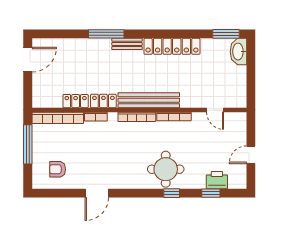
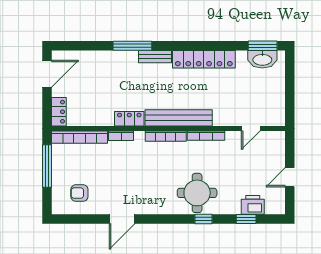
washbasin: (238, 52) -> (262, 59), moved, turned -90
locker: (76, 101) -> (59, 112), moved, turned 90
door: (215, 110) -> (251, 128), hinge flipped

